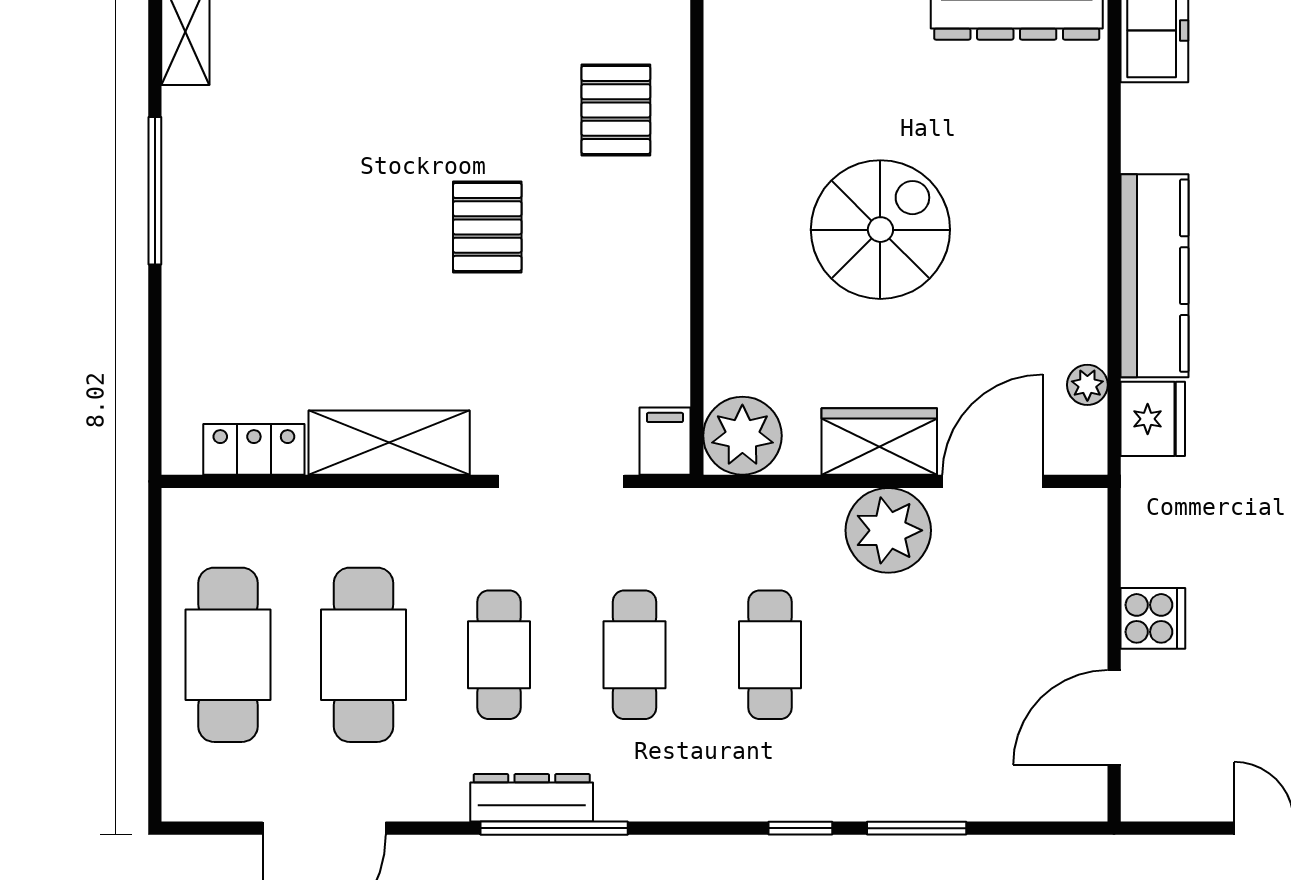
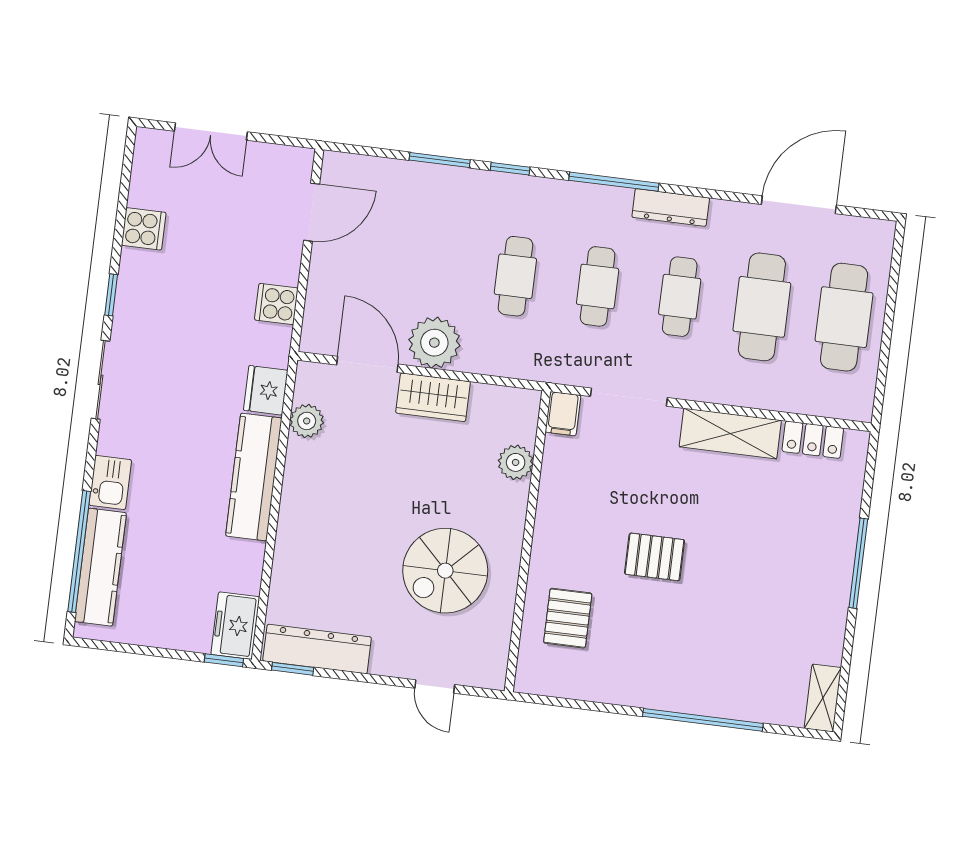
window: (155, 191) -> (858, 563), moved
pallet: (487, 227) -> (655, 557), turned 90
spiral stairs: (880, 230) -> (445, 571), moved
plant: (1087, 385) -> (307, 421), width x1.38, depth x1.38
plant: (742, 436) -> (516, 462), moved, width x0.73, depth x0.73
door: (993, 481) -> (367, 364), swing flipped
cooker: (1153, 618) -> (276, 304), moved
window: (554, 828) -> (614, 182), moved

